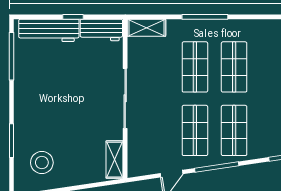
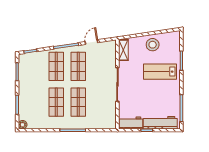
shelving: (146, 28) -> (105, 124), removed
lab bench: (49, 121) -> (160, 72), added
stool: (42, 163) -> (153, 45), moved

